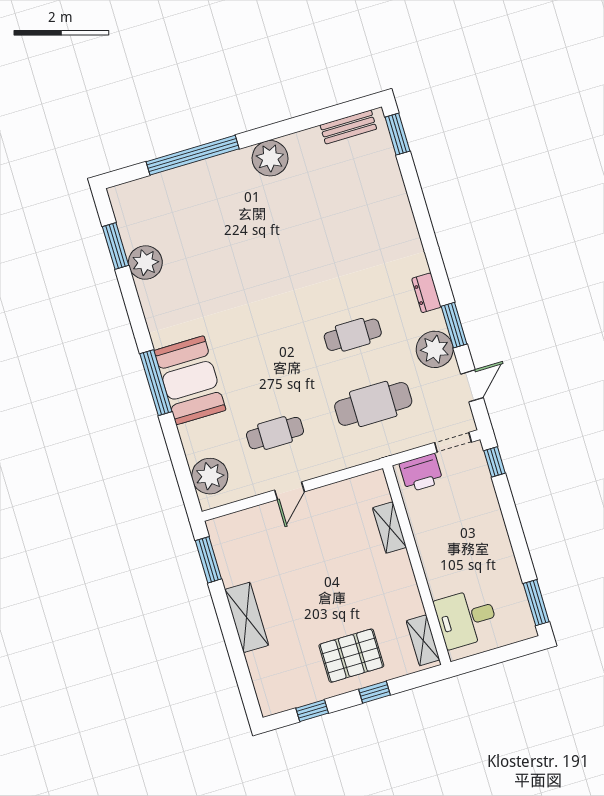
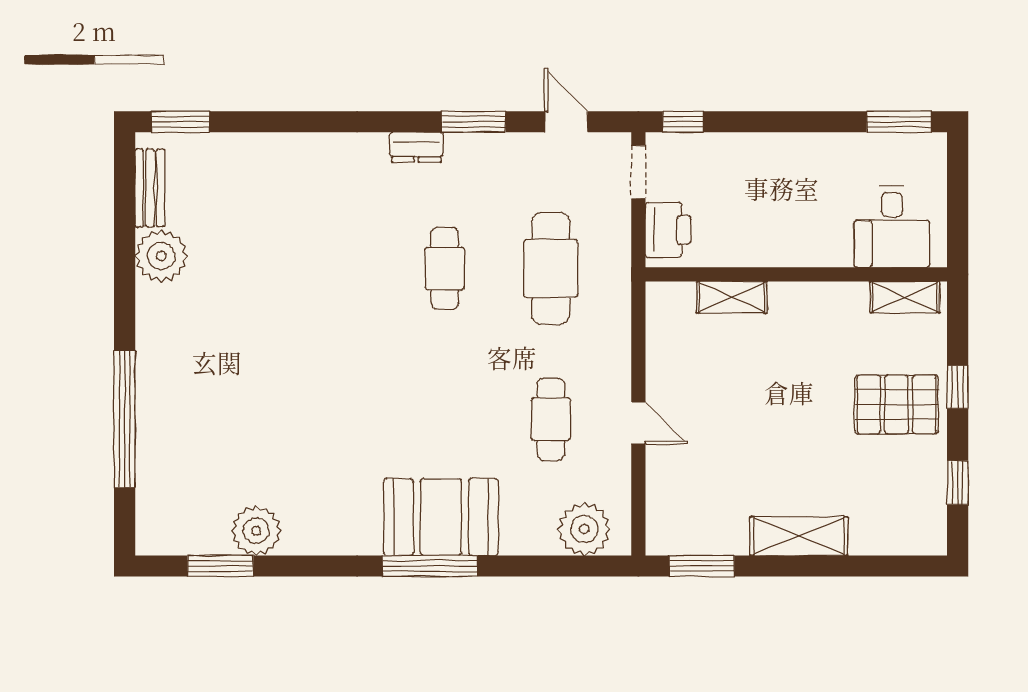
plant: (270, 158) -> (161, 256), moved
plant: (435, 349) -> (499, 159), removed
pallet: (351, 656) -> (897, 404), turned 90

